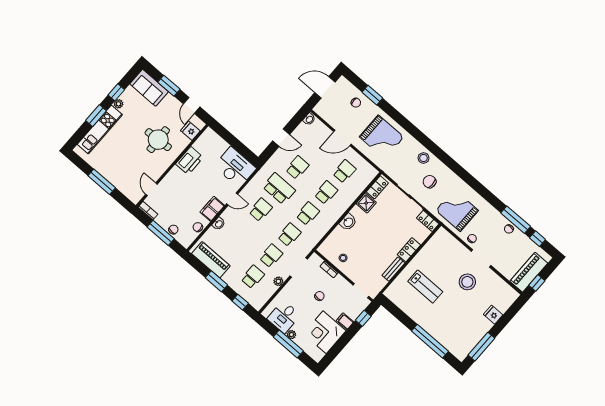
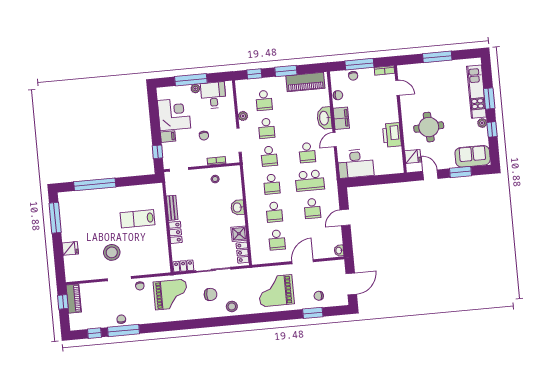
washbasin: (219, 224) -> (324, 118), width x1.91, depth x1.45
piano: (529, 272) -> (74, 299), width x0.73, depth x0.75

